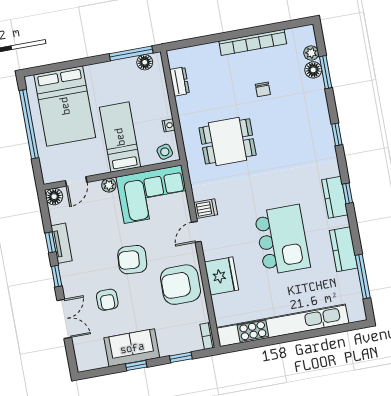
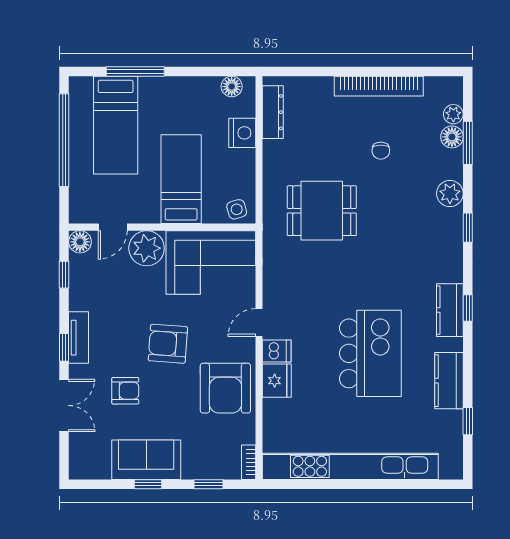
window: (131, 53) -> (135, 71), moved
dresser: (179, 81) -> (273, 112), width x1.44
bed: (65, 106) -> (116, 125), width x0.67
plant: (319, 112) -> (450, 194), added
nightstand: (169, 125) -> (242, 133), moved, width x1.89, depth x1.79
plant: (109, 185) -> (147, 248), width x1.87, depth x1.87
dishwasher: (206, 209) -> (277, 351), moved
window: (50, 242) -> (64, 275), moved
tv unit: (62, 243) -> (79, 338), moved
fridge: (222, 276) -> (277, 381), width x0.73, depth x0.75
window: (363, 276) -> (468, 421), width x0.46
armchair: (180, 285) -> (225, 388), turned -90
armchair: (107, 300) -> (125, 391), turned -90

